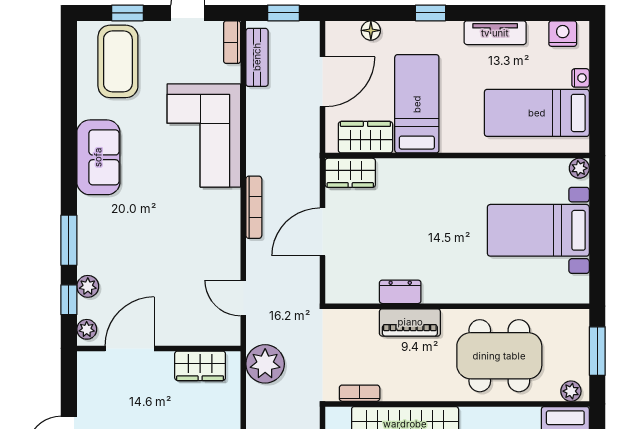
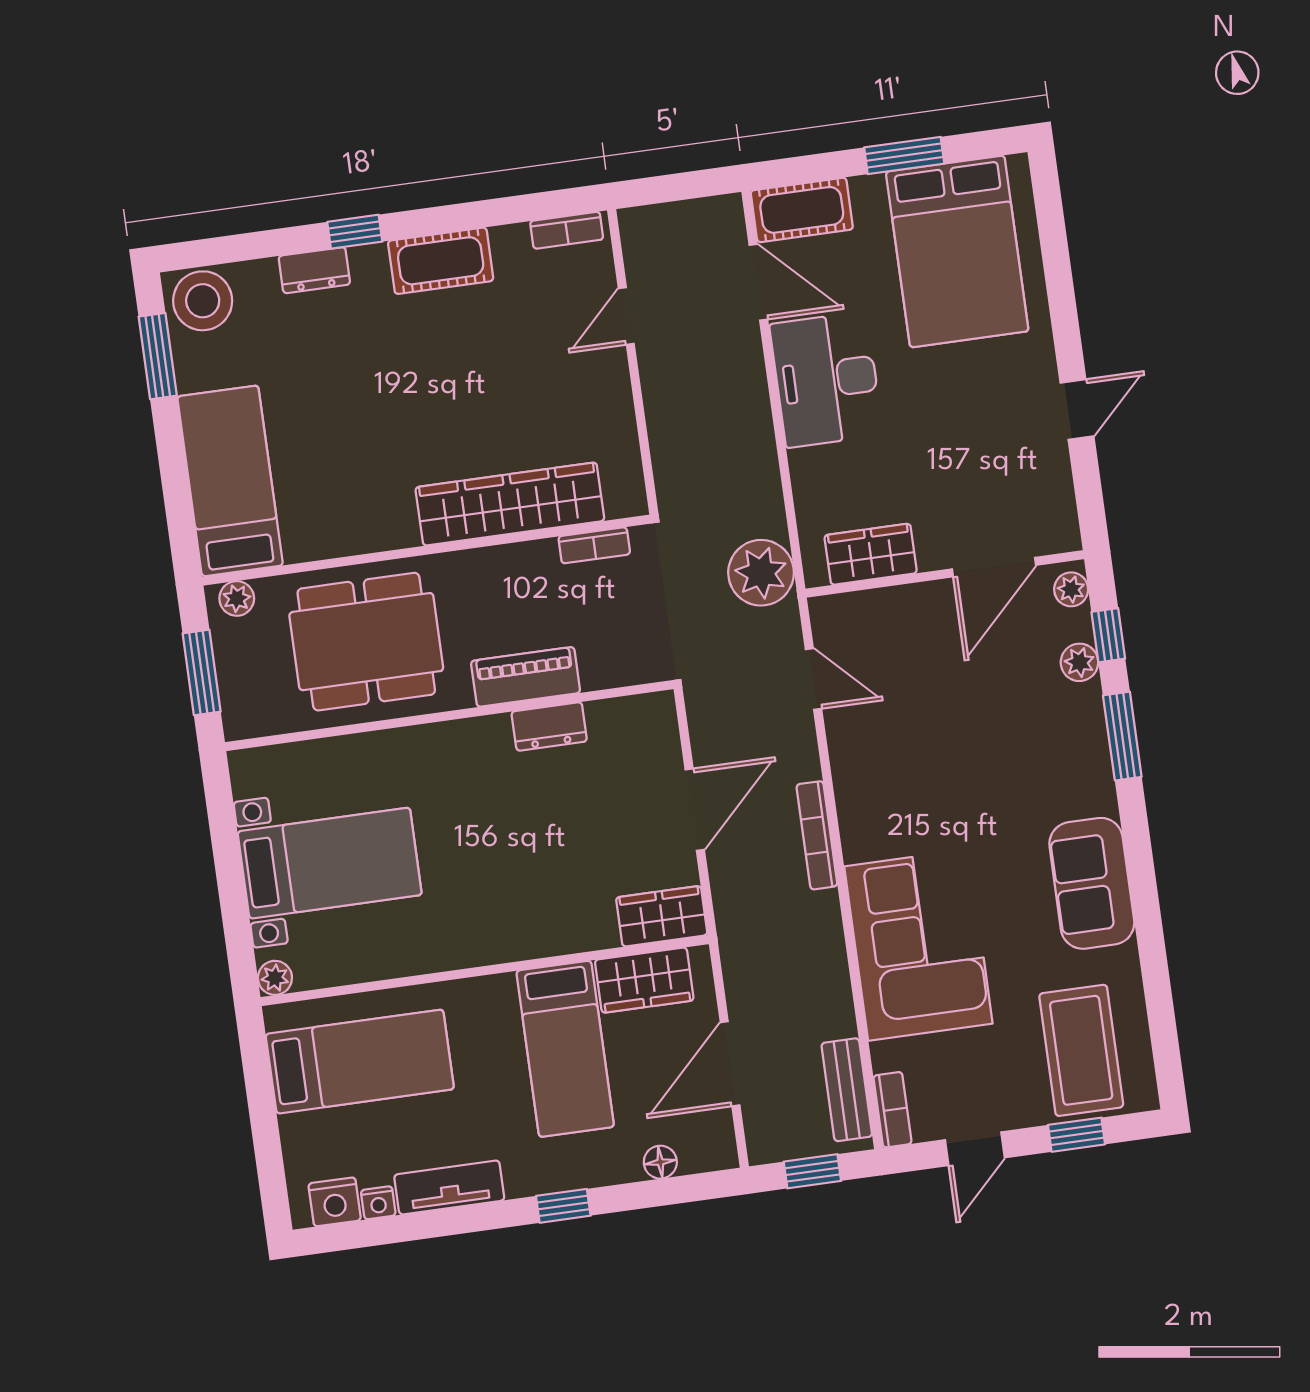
nightstand: (581, 78) -> (378, 1203), moved, turned -90

